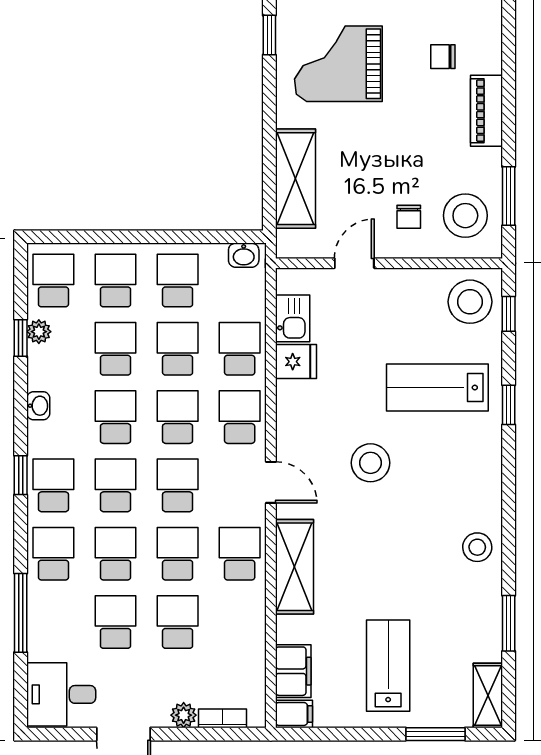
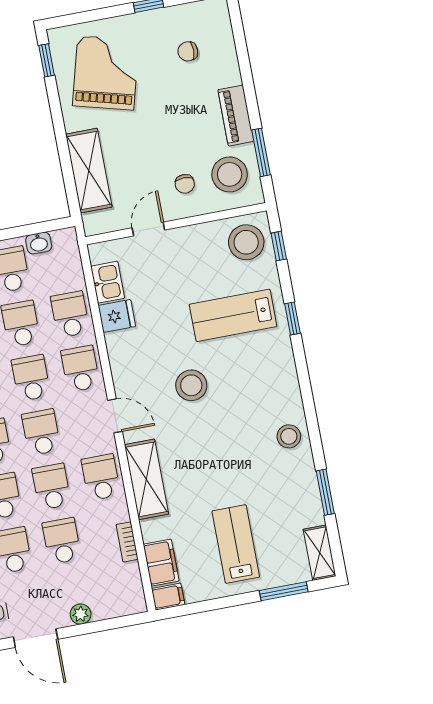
grand piano: (338, 64) -> (106, 73), turned 105
piano: (486, 111) -> (236, 116), moved
washbasin: (244, 255) -> (39, 243), moved
bookcase: (223, 718) -> (127, 542), moved, turned -90

